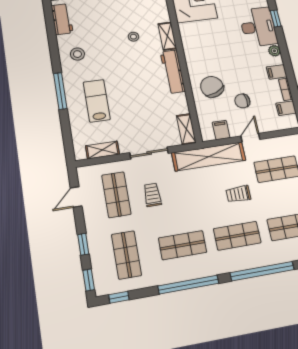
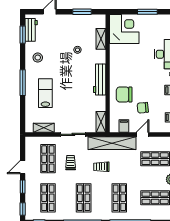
window: (51, 27) -> (23, 35), added
shelving: (167, 36) -> (101, 39), moved
chair: (212, 87) -> (124, 94), turned -68
trolley: (238, 194) -> (101, 167), moved
door: (76, 197) -> (23, 167), moved
shop shelf: (237, 236) -> (119, 198), turned 90
shop shelf: (183, 245) -> (84, 198), turned 90

